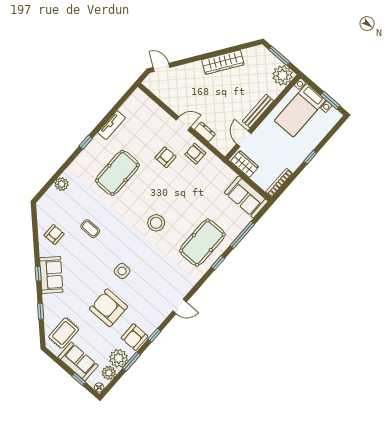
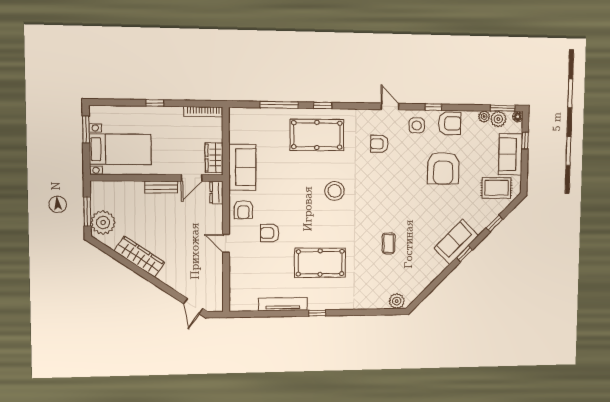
plant: (283, 75) -> (103, 222), moved
bench: (258, 111) -> (161, 187), width x0.73
tv unit: (112, 125) -> (283, 304), width x1.41
dresser: (205, 132) -> (216, 192), moved
plant: (62, 184) -> (397, 301), moved
sofa: (246, 197) -> (242, 167), moved
armchair: (54, 235) -> (379, 144), moved
side table: (122, 271) -> (417, 125), moved
plant: (119, 358) -> (484, 117), width x0.53, depth x0.53
window: (131, 362) -> (503, 108), moved

